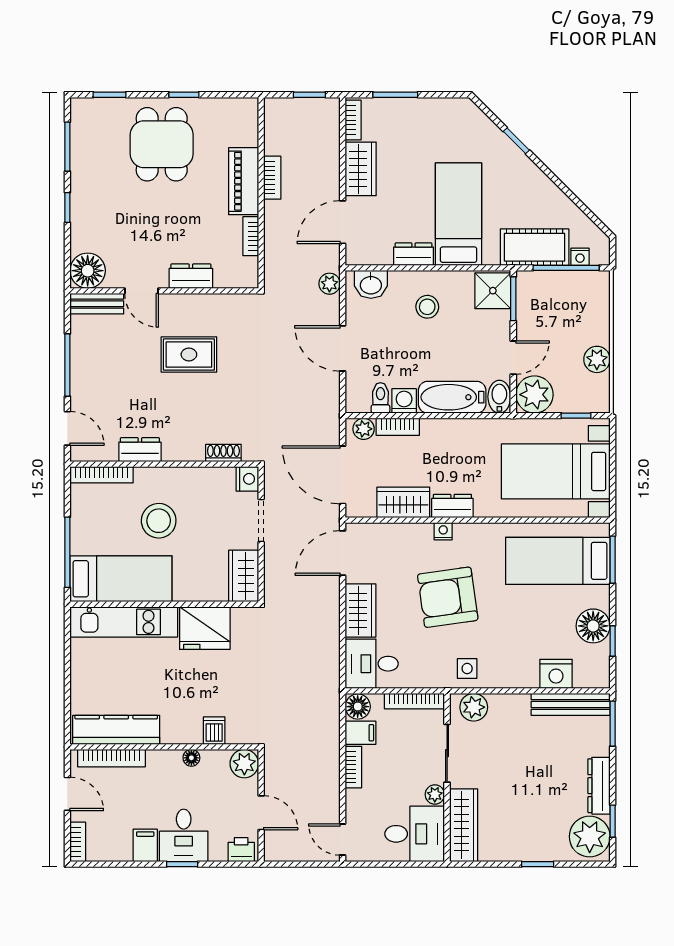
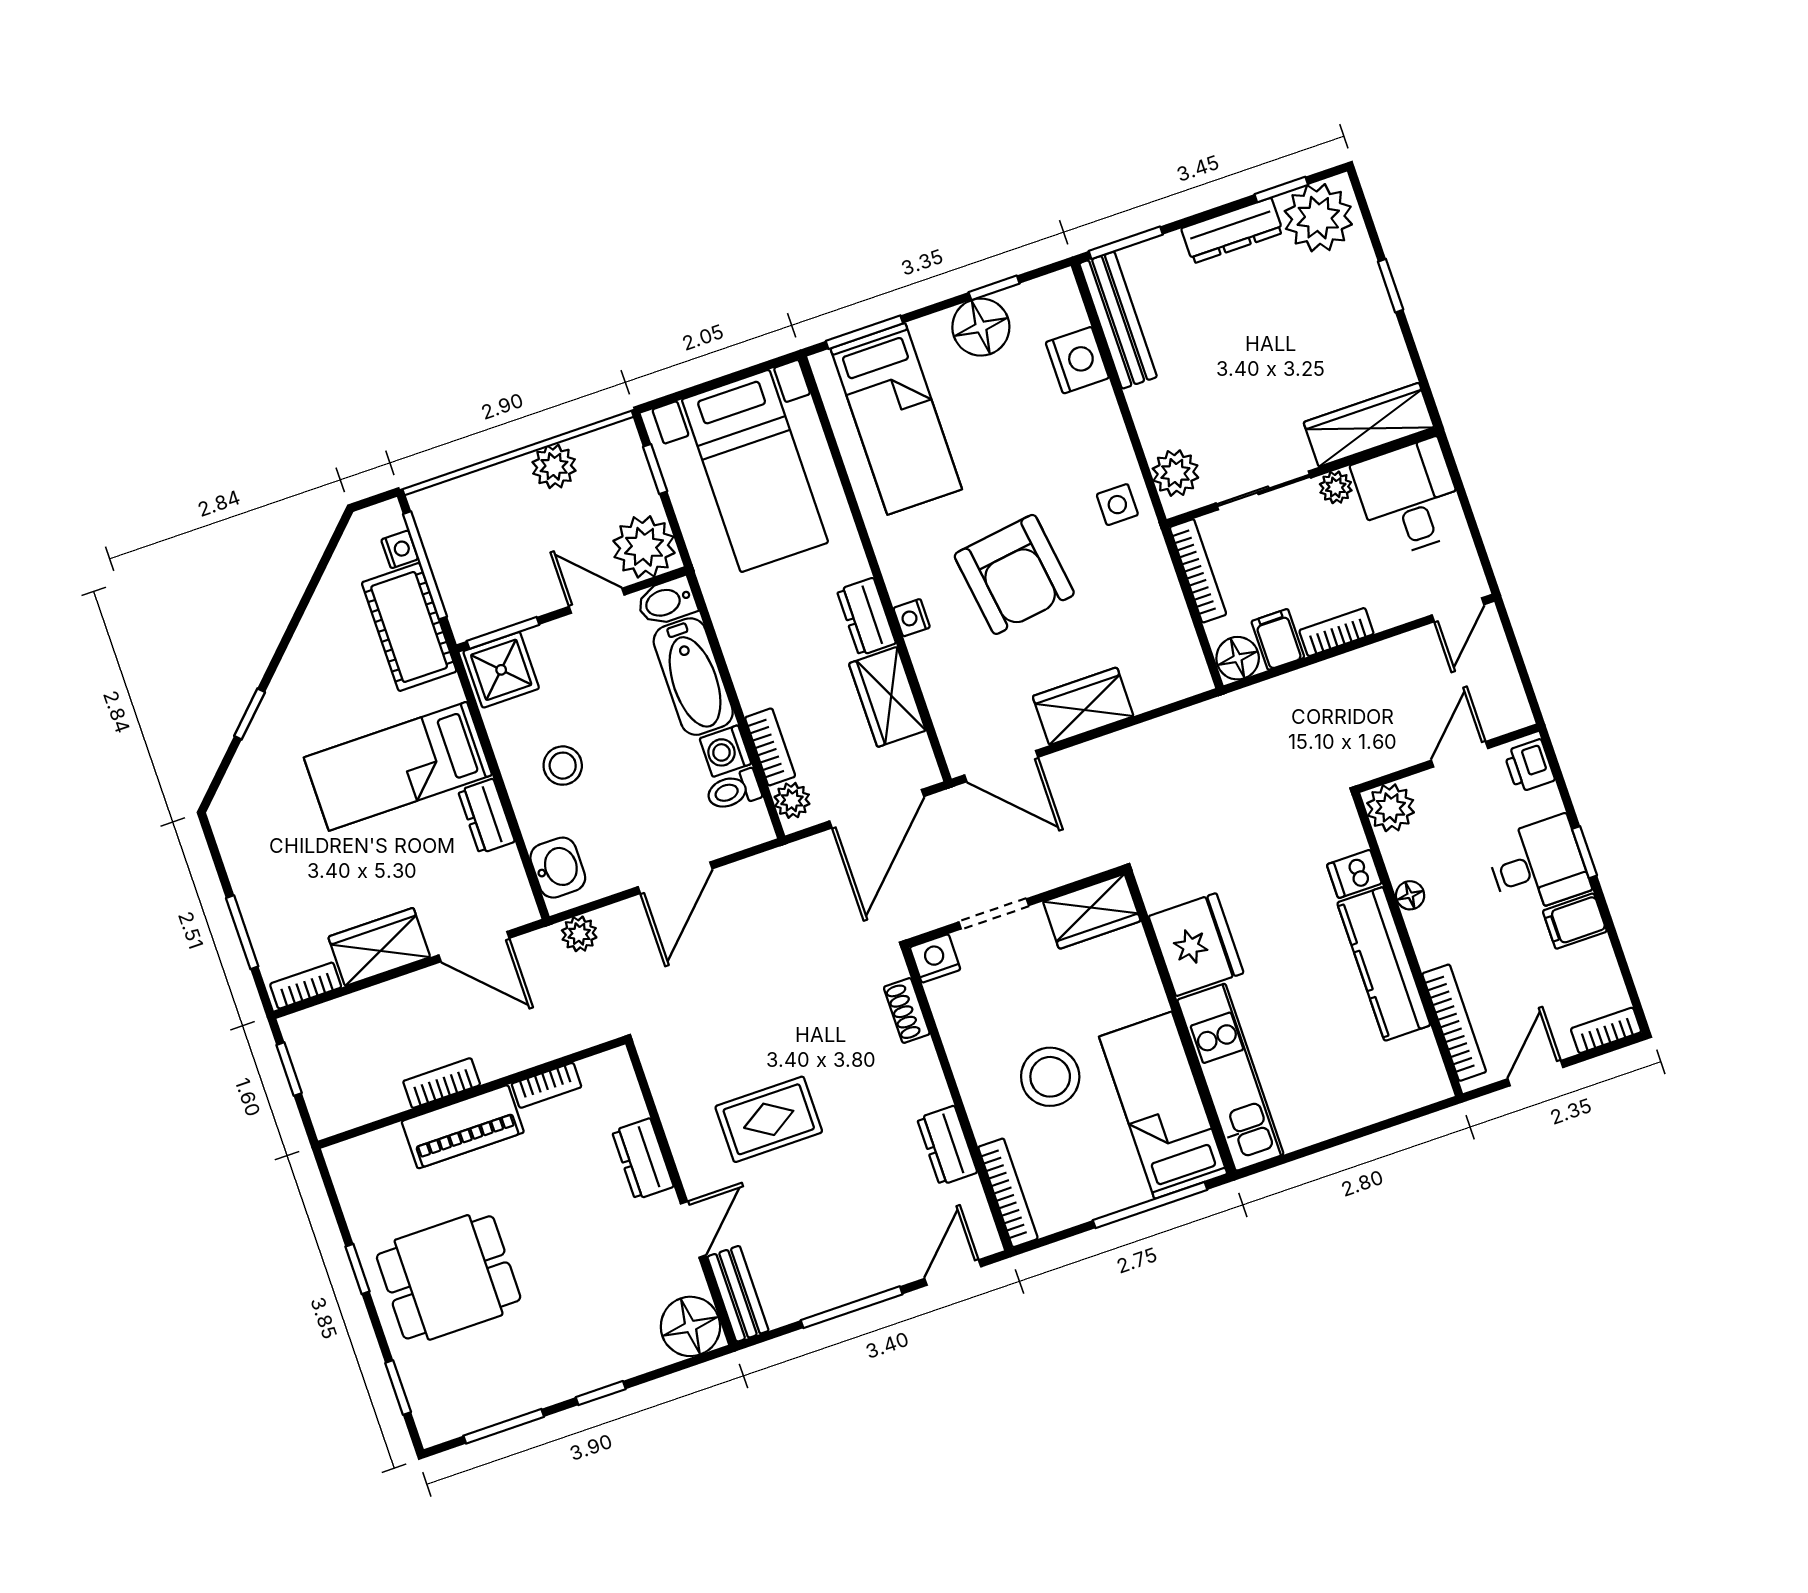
rug: (189, 354) -> (769, 1119), turned 90
desk: (372, 664) -> (1162, 659), removed
kitchen counter: (116, 730) -> (1384, 964), moved

